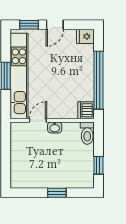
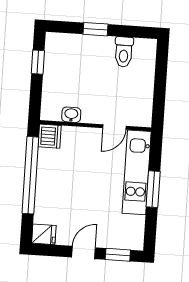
kitchen unit: (19, 76) -> (137, 172), width x0.73
washbasin: (55, 127) -> (71, 115), moved
toilet: (87, 133) -> (124, 52), moved, turned 180

